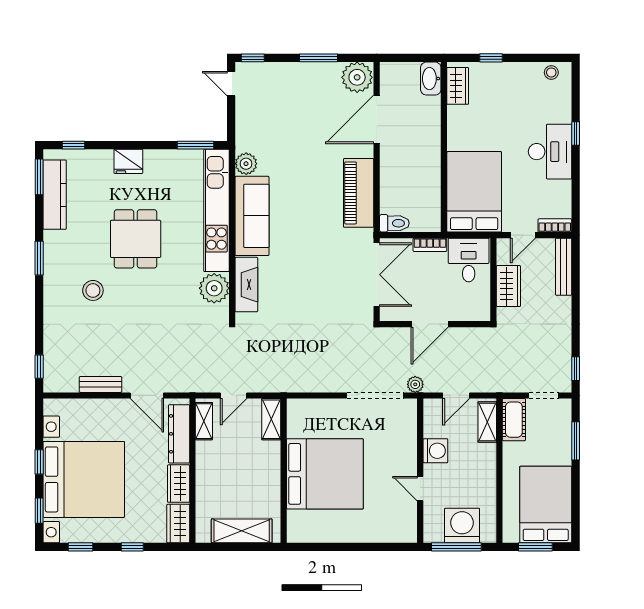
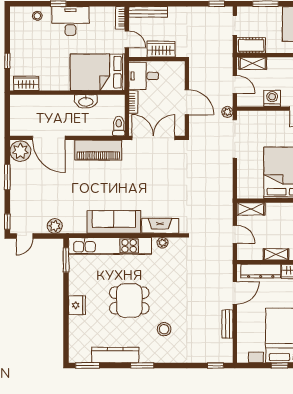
stool: (551, 72) -> (37, 16), moved
washbasin: (431, 79) -> (86, 101), moved
window: (74, 145) -> (66, 342), removed
plant: (246, 164) -> (55, 226), moved
kitchen counter: (55, 195) -> (115, 355), moved
plant: (214, 288) -> (163, 243), width x0.53, depth x0.53
shelving: (204, 421) -> (276, 254), moved

